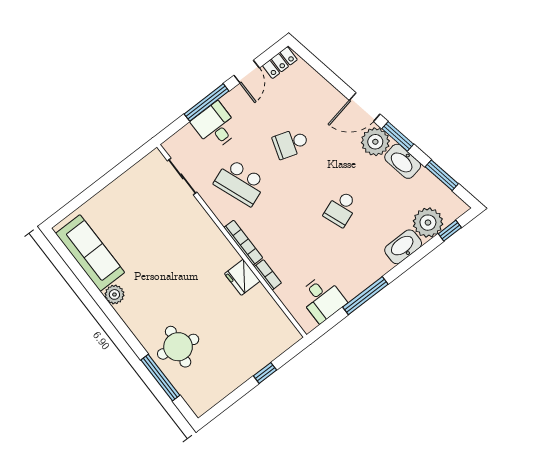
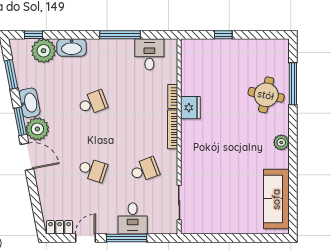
school desk: (240, 182) -> (145, 170), width x0.54
plant: (114, 294) -> (281, 142), moved

